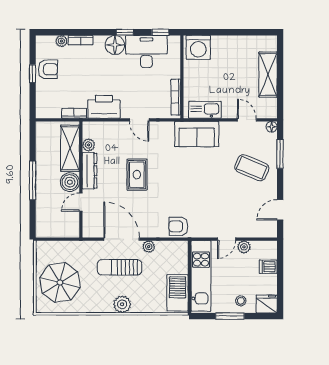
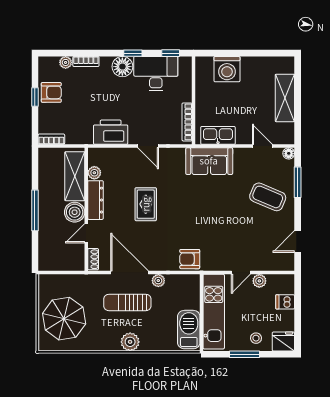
washing machine: (198, 47) -> (227, 69), moved
bookcase: (74, 113) -> (51, 139), moved
shoe rack: (87, 226) -> (93, 259), added

